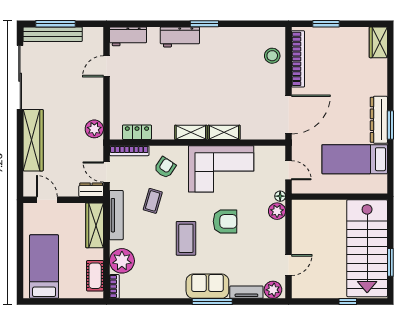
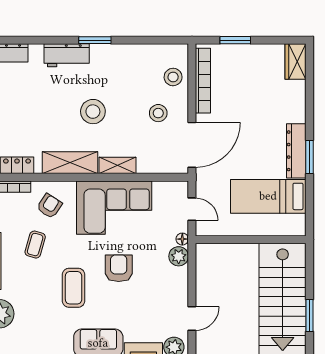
stool: (203, 86) -> (93, 112), added
stool: (259, 87) -> (158, 113), added
shelving: (191, 132) -> (70, 163), width x1.50, depth x1.33
armchair: (225, 221) -> (119, 268), turned -90

